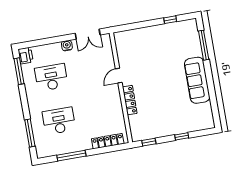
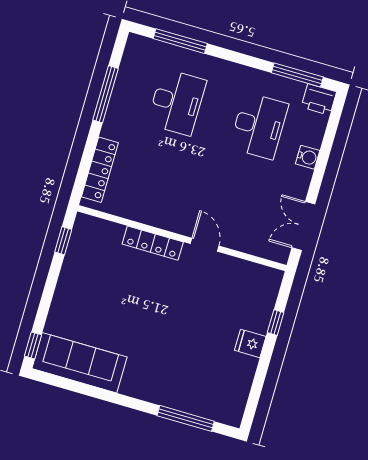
window: (170, 20) -> (276, 322), moved
fridge: (154, 32) -> (250, 343), added
water cooler: (67, 46) -> (308, 157), moved
sofa: (197, 80) -> (79, 363), moved
window: (182, 136) -> (33, 345), moved

